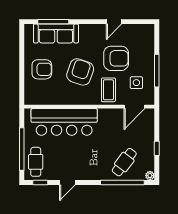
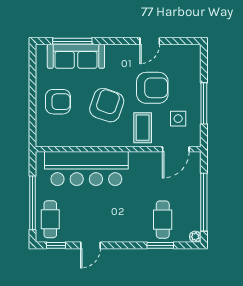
window: (157, 148) -> (204, 202), width x3.17
cafe table: (124, 162) -> (163, 220), turned -37
window: (122, 182) -> (160, 245), width x0.47

